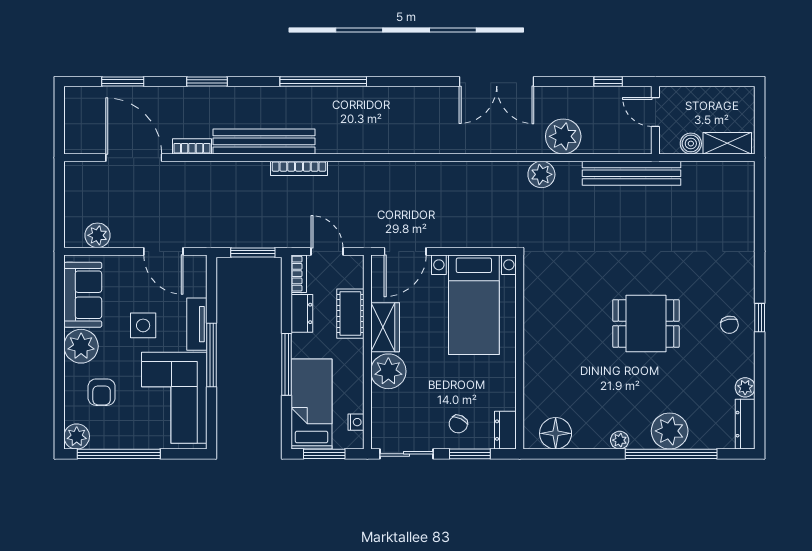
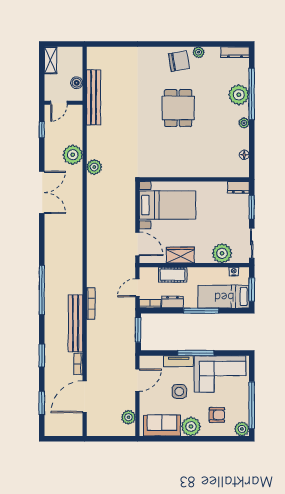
shelving: (727, 143) -> (50, 60), moved
bench: (632, 173) -> (94, 97), moved
window: (760, 318) -> (175, 44), removed
chair: (729, 325) -> (179, 61), width x1.87, depth x1.87
plant: (388, 371) -> (222, 253), moved
plant: (745, 387) -> (199, 52), moved
chair: (458, 424) -> (235, 214), removed
floor lamp: (556, 433) -> (244, 155), width x0.53, depth x0.53

